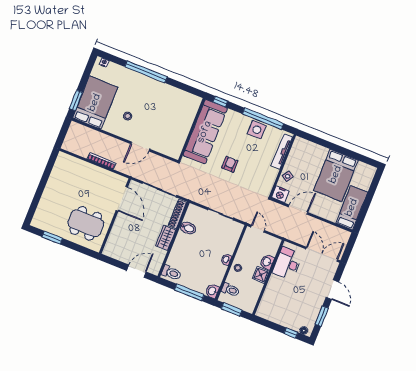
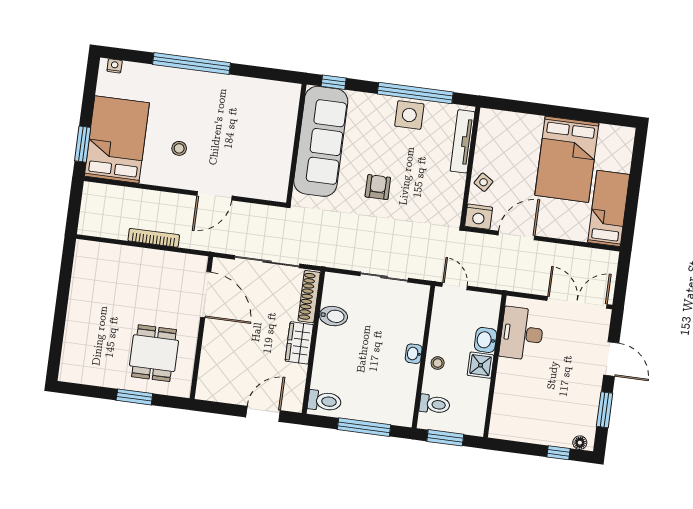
dining table: (86, 223) -> (154, 353), width x0.73
window: (52, 238) -> (134, 397), moved
washbasin: (212, 291) -> (403, 415), removed

